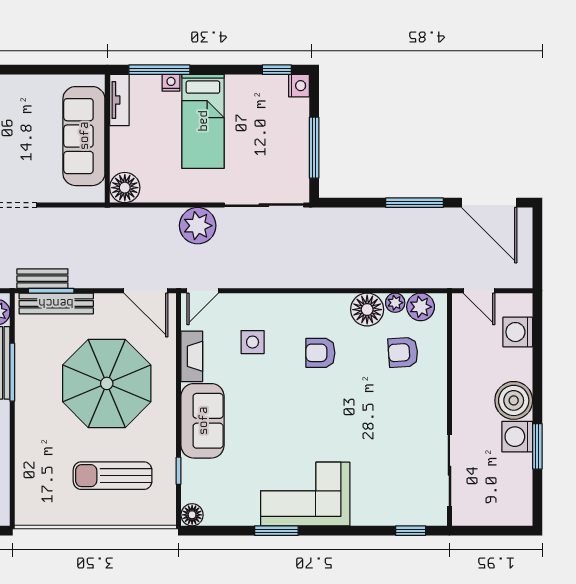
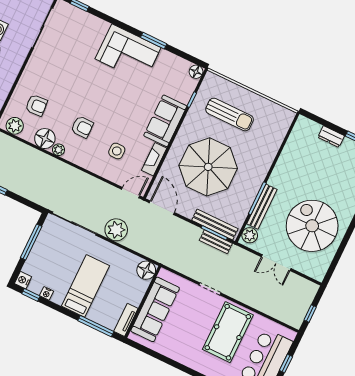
nightstand: (171, 83) -> (47, 293), moved
plant: (395, 303) -> (59, 150), moved

